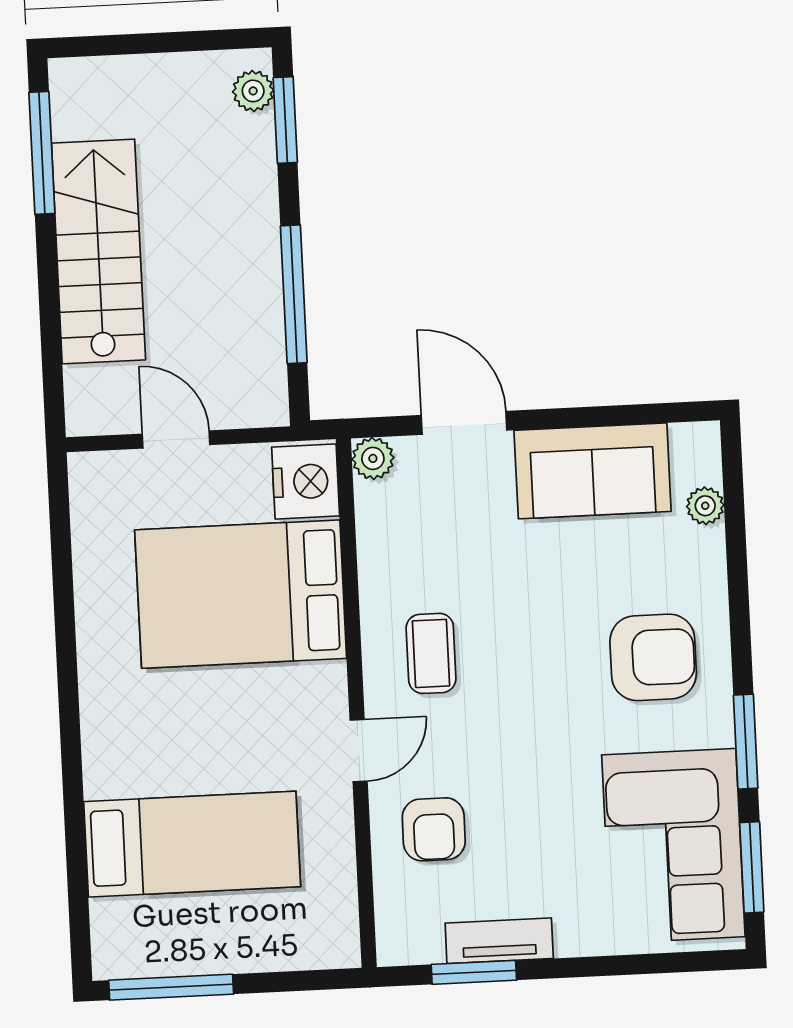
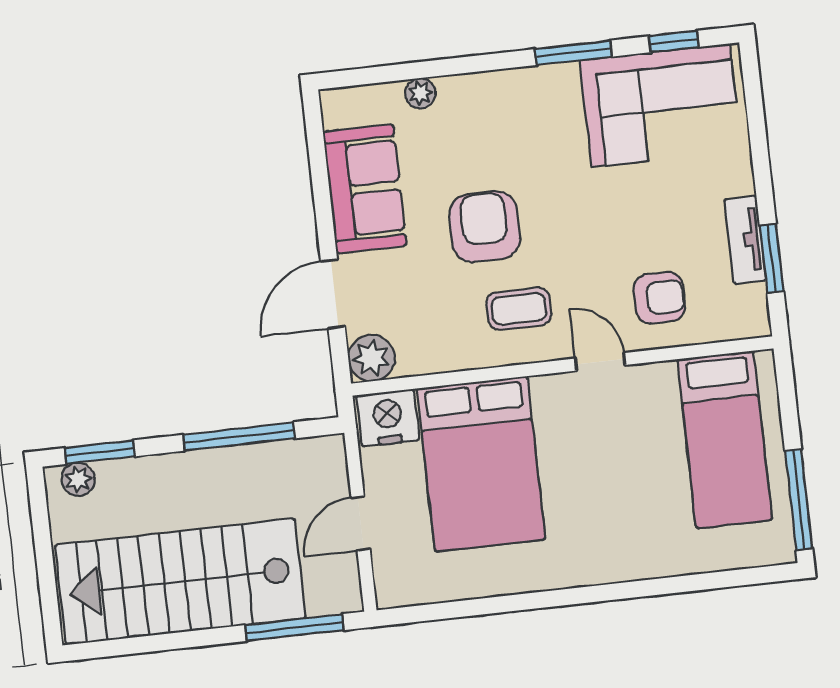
window: (42, 153) -> (294, 628), moved
stairs: (98, 251) -> (180, 582), width x1.36, depth x1.51
plant: (373, 458) -> (371, 358), width x1.38, depth x1.38
plant: (705, 506) -> (420, 93), moved
armchair: (653, 657) -> (485, 227), moved
bed: (192, 844) -> (725, 440), moved, turned 180
window: (752, 867) -> (674, 42), width x0.67

